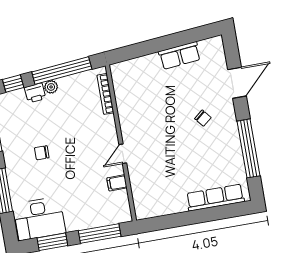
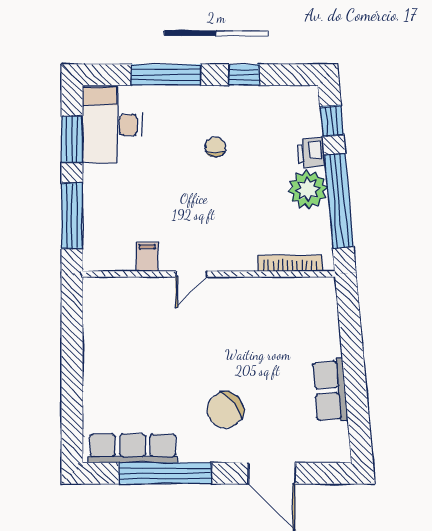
plant: (51, 87) -> (308, 190), width x1.87, depth x1.87
chair: (203, 118) -> (225, 410), width x1.87, depth x1.87
door: (123, 154) -> (191, 274), swing flipped
row of seats: (215, 198) -> (133, 448), moved, turned -90

